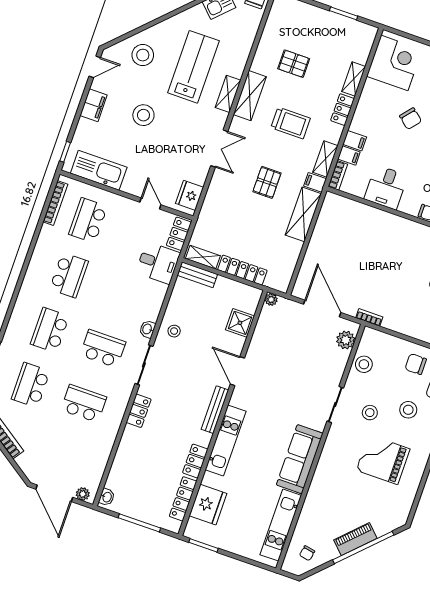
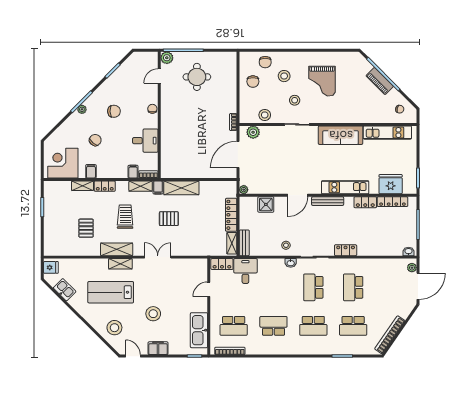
filing cabinet: (355, 141) -> (91, 171), moved
fridge: (190, 195) -> (195, 266), removed

